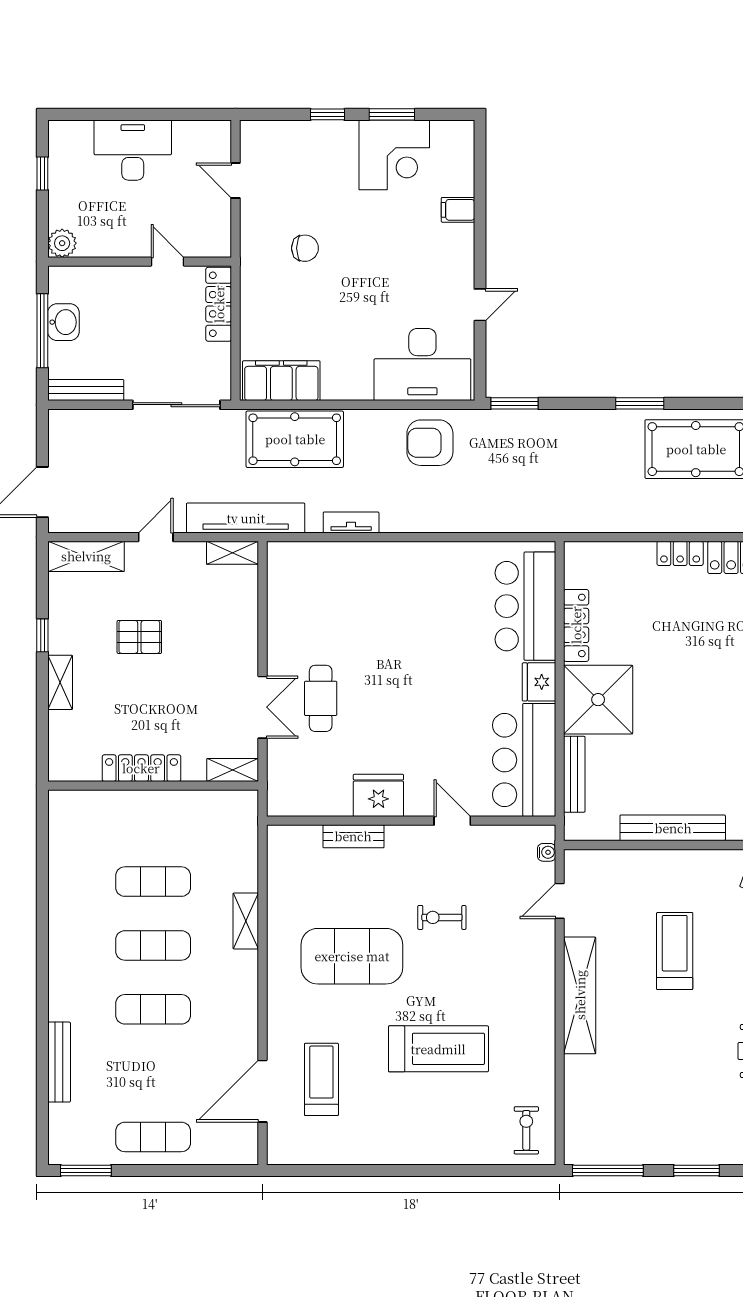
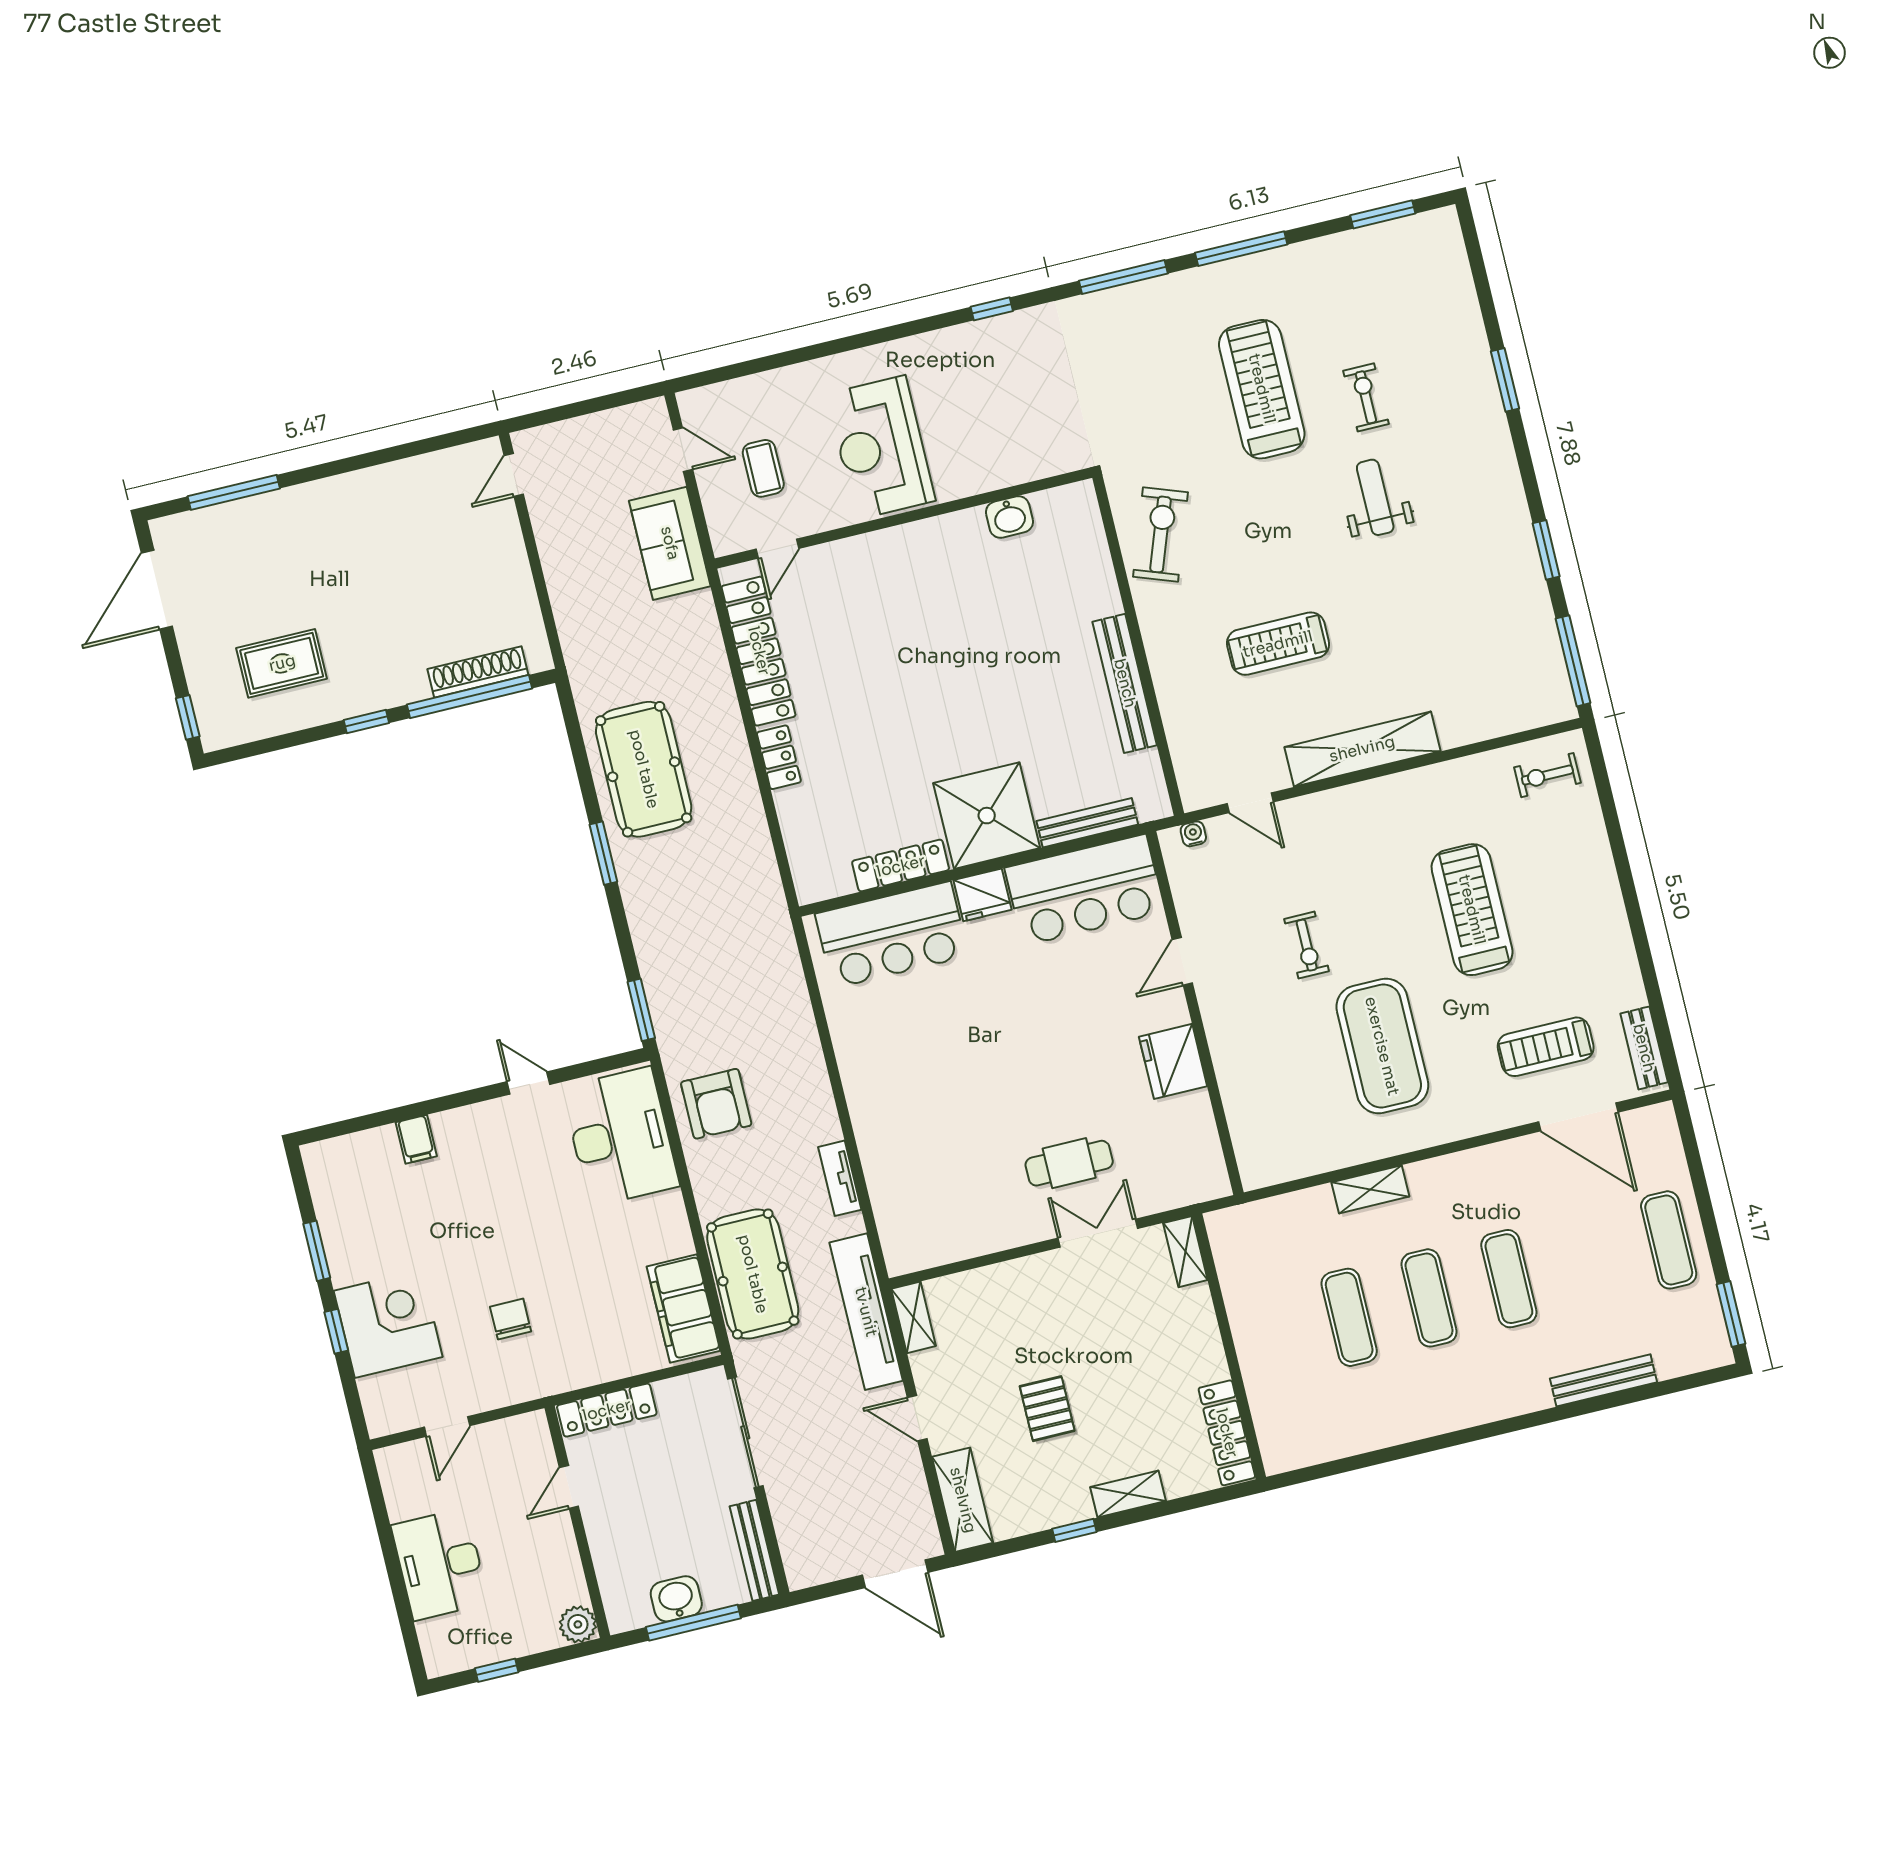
corner desk: (394, 155) -> (388, 1324), moved
locker: (141, 768) -> (1227, 1433), moved
bench: (353, 836) -> (1644, 1048), moved

